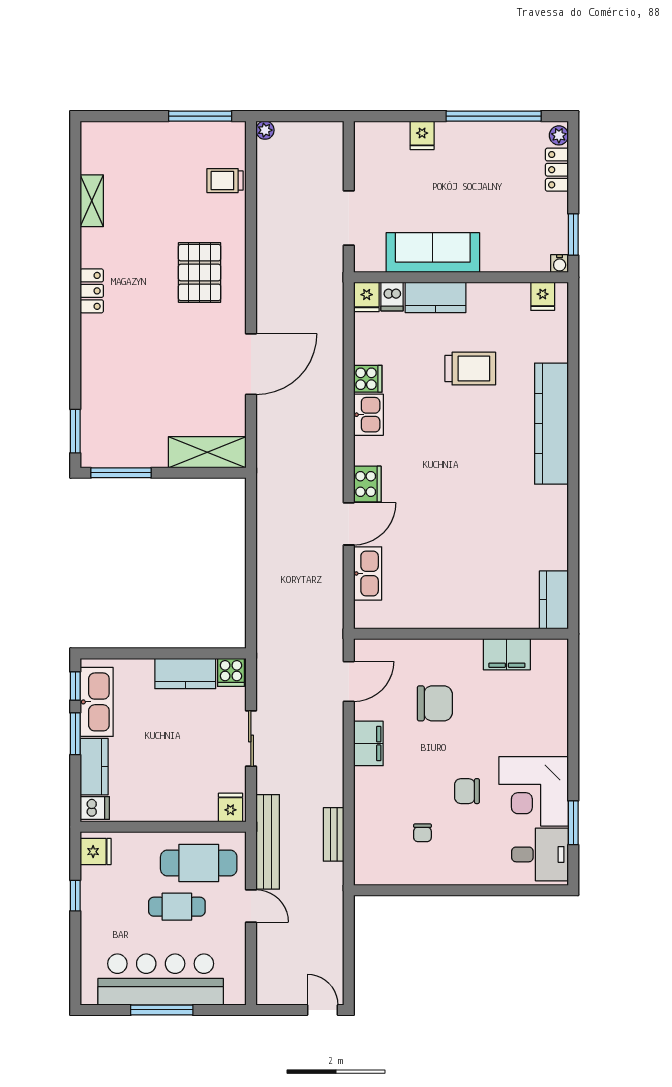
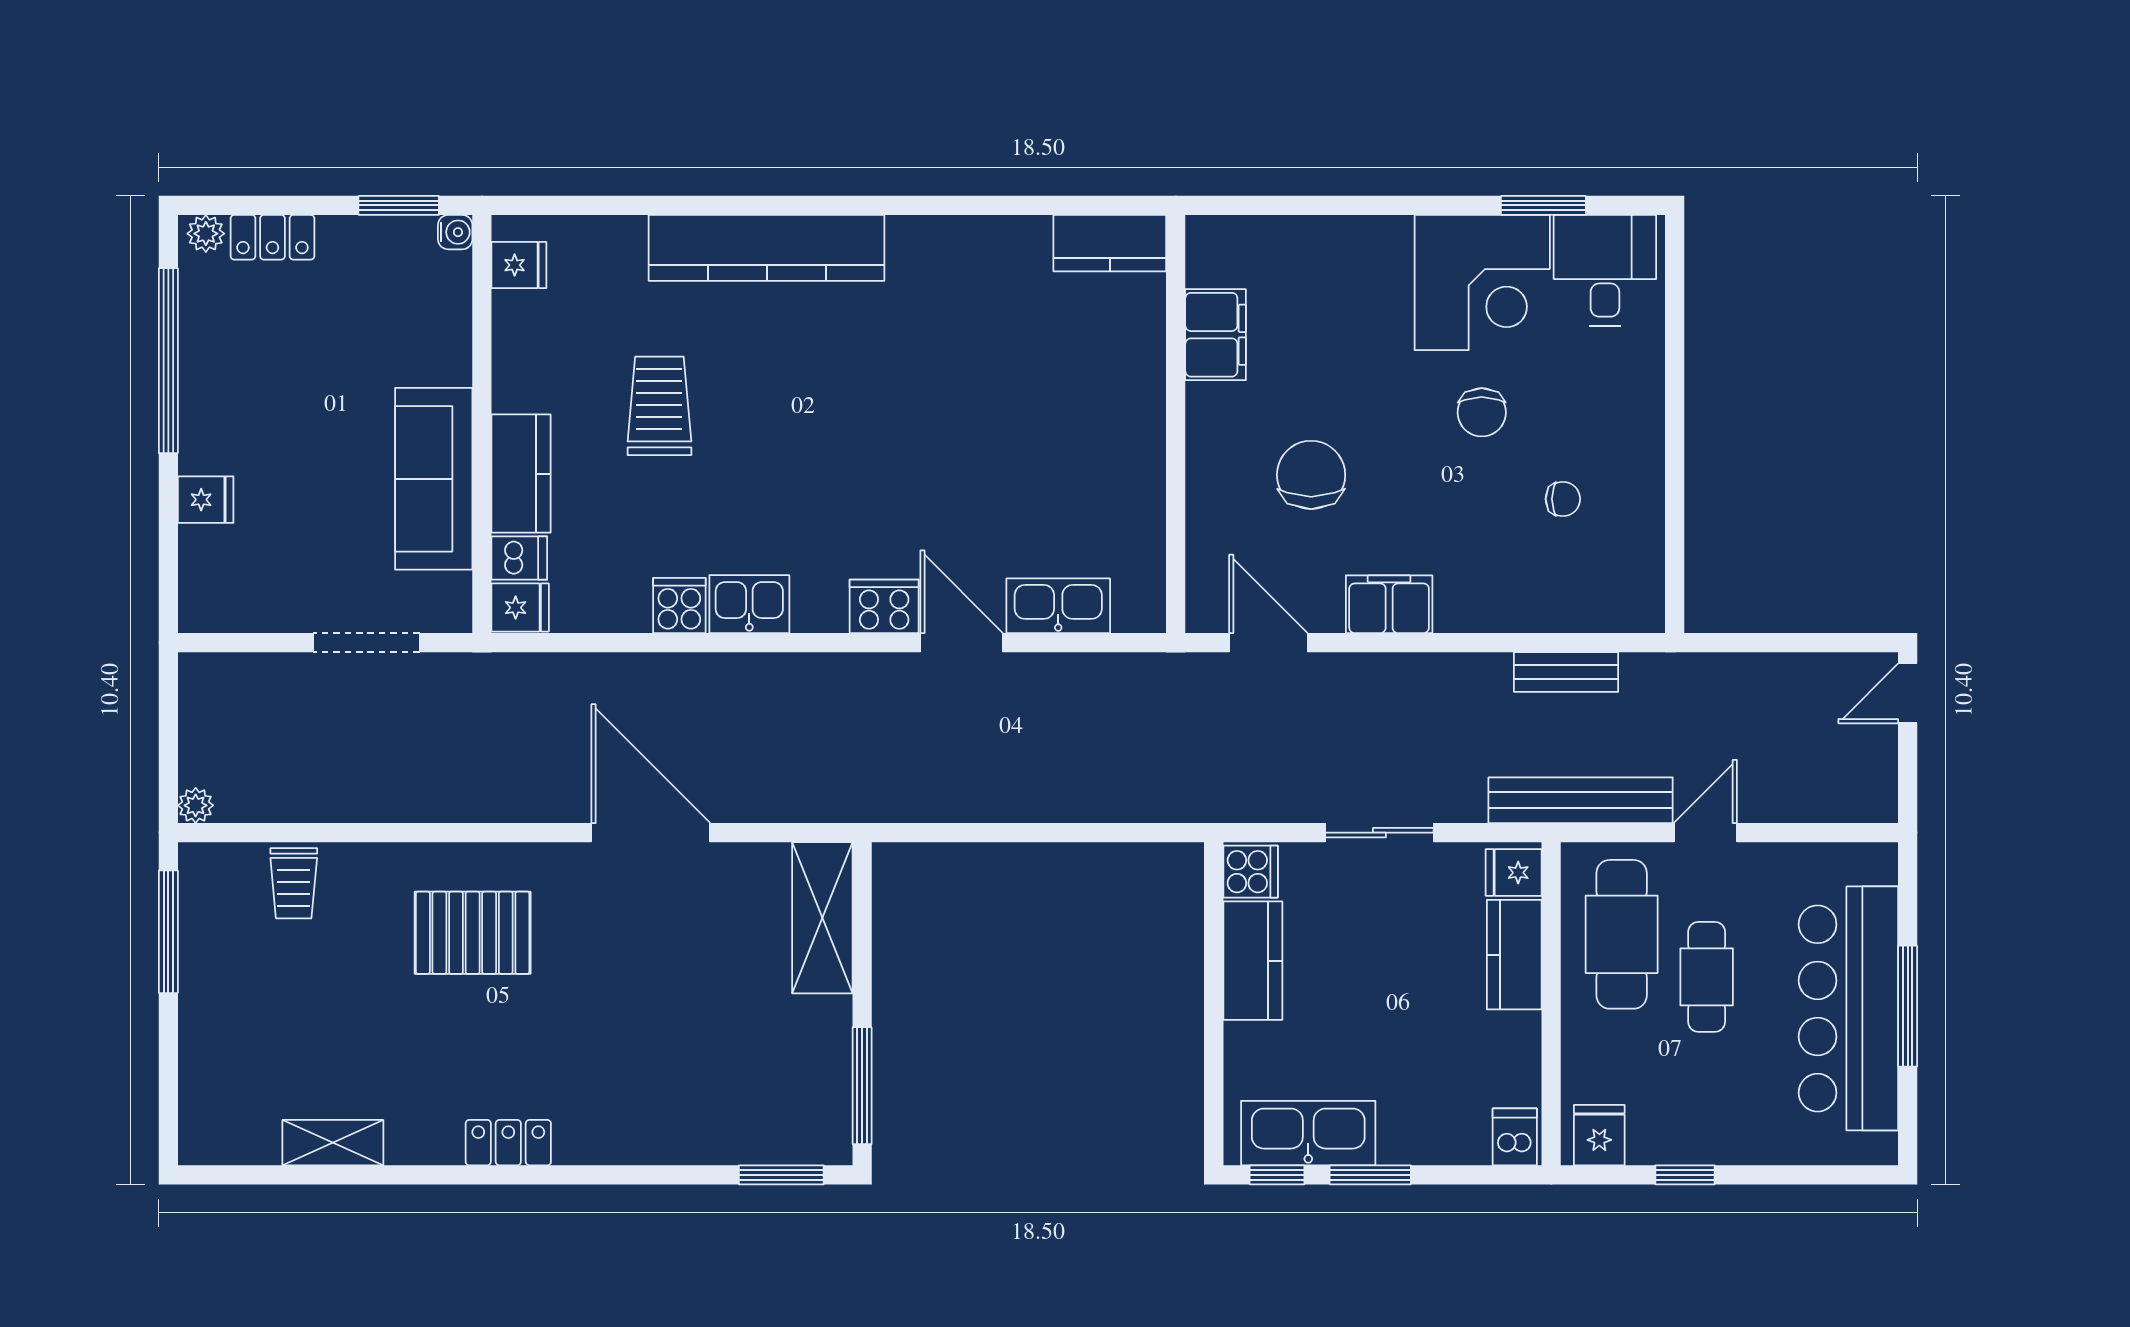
kitchen counter: (94, 767) -> (1514, 955), moved, turned -90

